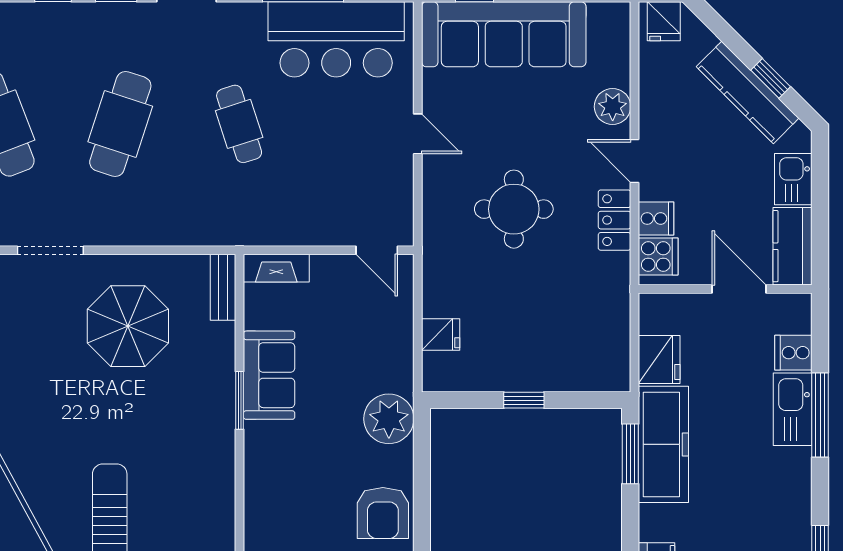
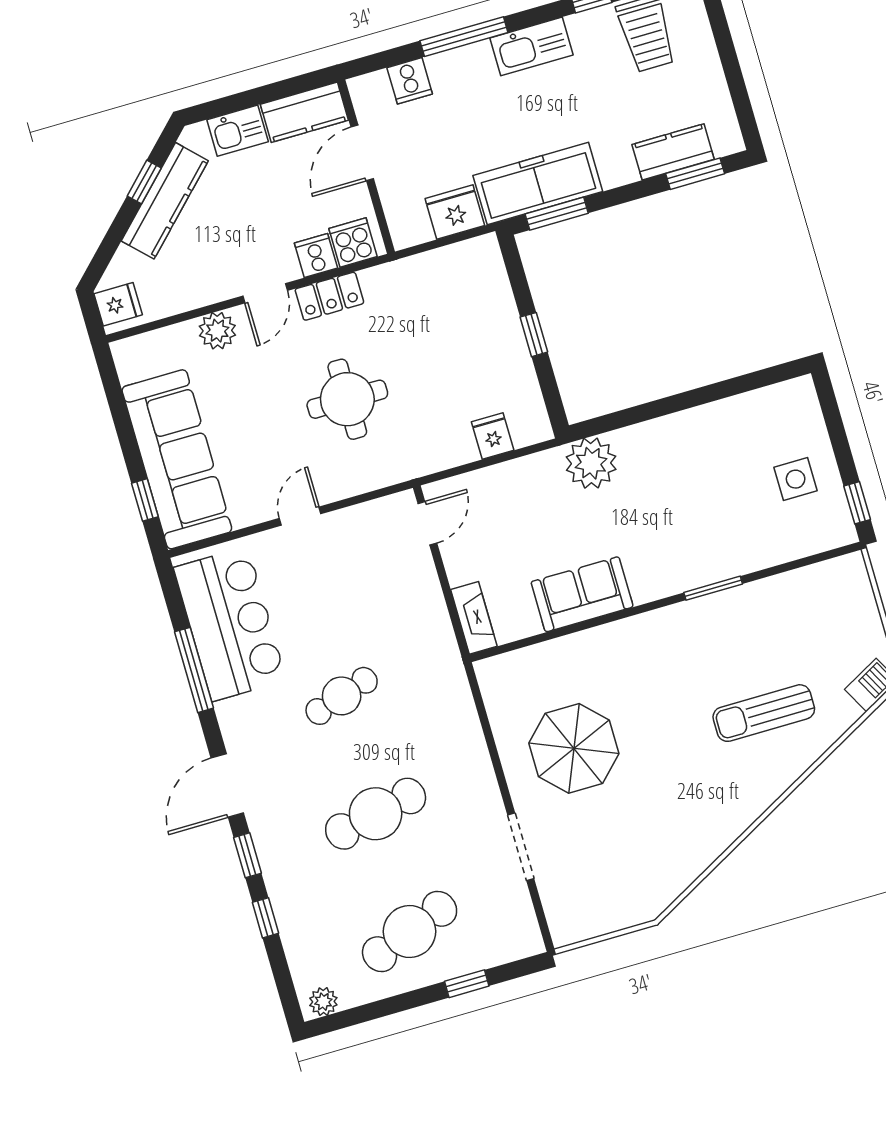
cafe table: (120, 124) -> (376, 814), turned -30
bench: (223, 287) -> (508, 665), removed
window: (240, 400) -> (713, 588), moved
kitchen sink: (793, 409) -> (531, 46), moved
armchair: (383, 513) -> (686, 442), removed

